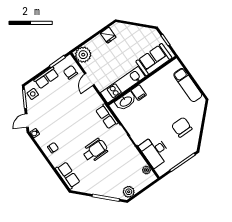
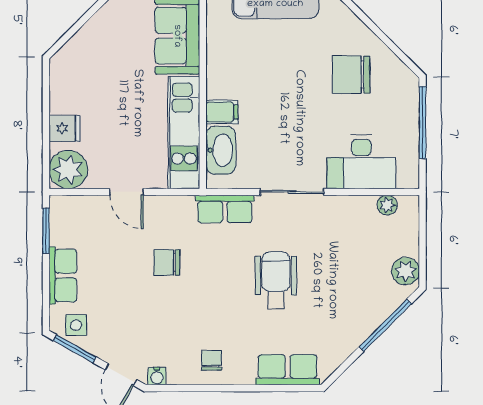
fridge: (108, 35) -> (65, 128), moved
chair: (70, 72) -> (167, 262), moved

